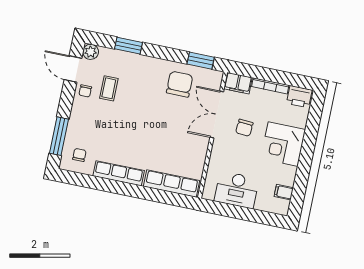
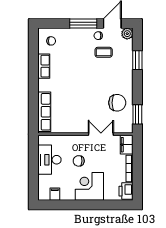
double door: (217, 115) -> (101, 134), width x0.73
chair: (244, 128) -> (79, 161), moved
window: (59, 136) -> (83, 24), moved
row of seats: (119, 173) -> (44, 66), width x0.68

